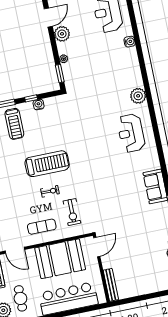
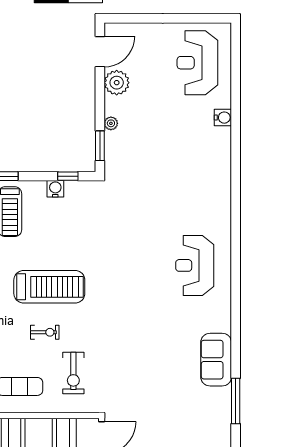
plant: (138, 96) -> (219, 208), removed
window: (31, 98) -> (68, 176), moved

